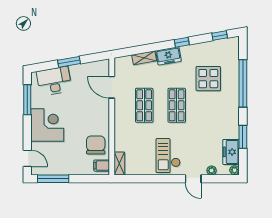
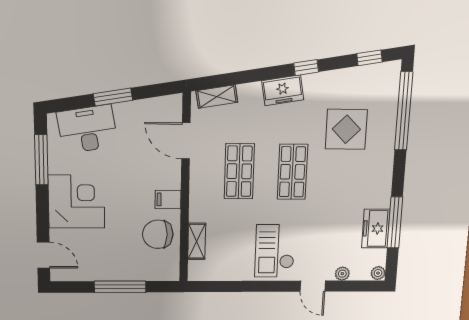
shelving: (144, 58) -> (217, 96), moved
window: (243, 83) -> (404, 111), moved
window: (243, 137) -> (395, 222), width x1.44
chair: (96, 145) -> (158, 234), turned -90
freezer: (231, 152) -> (376, 229), moved
shelving: (119, 164) -> (197, 241), moved
filing cabinet: (102, 166) -> (168, 200), moved
window: (53, 179) -> (120, 287), moved

